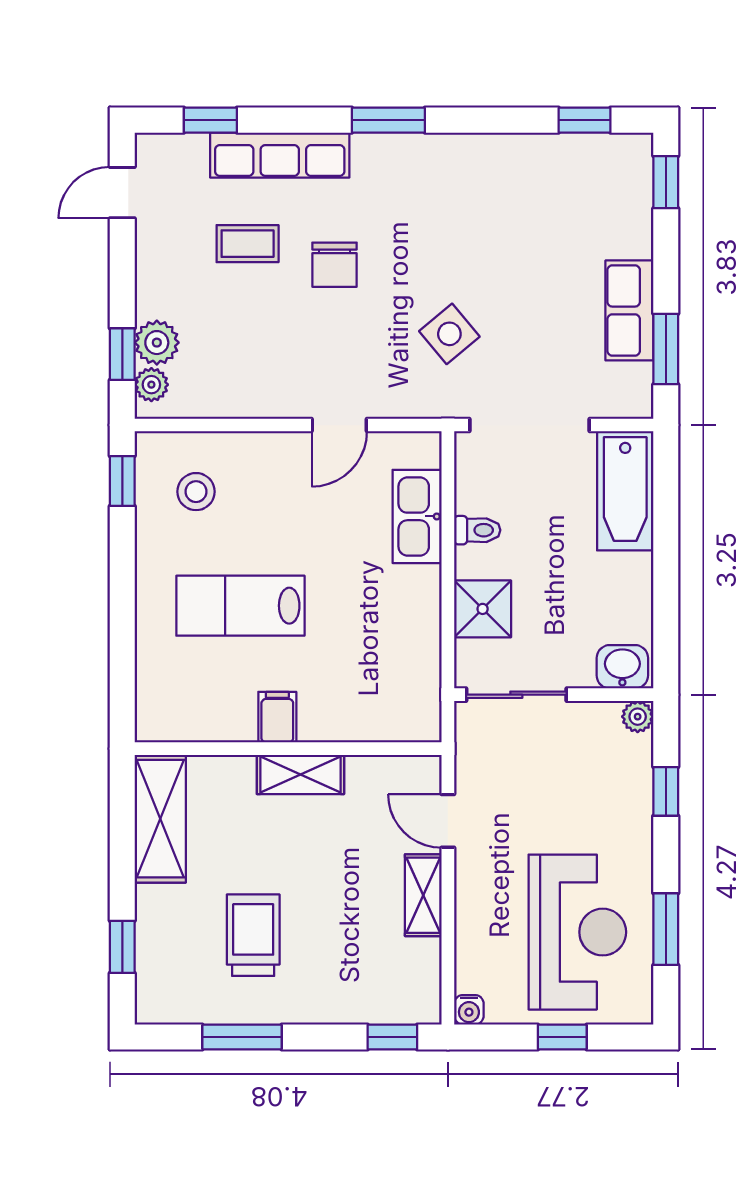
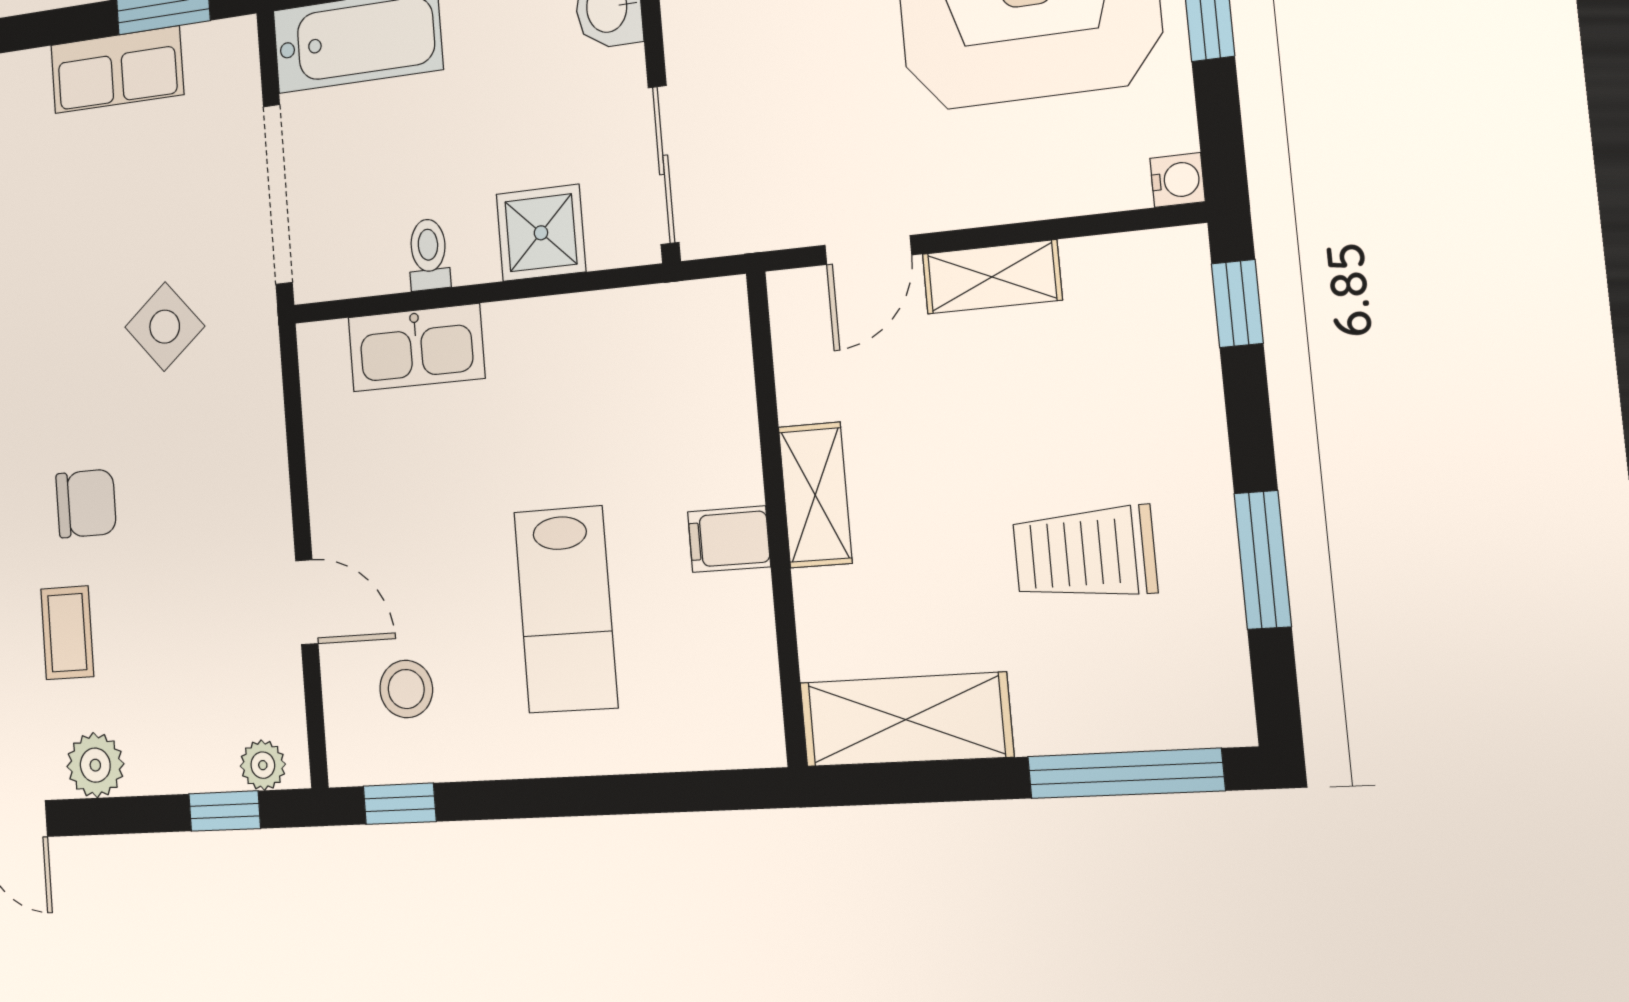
plant: (157, 343) -> (95, 765), moved
door: (339, 425) -> (307, 602), moved
window: (122, 947) -> (1125, 774), width x2.17

